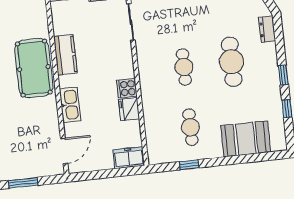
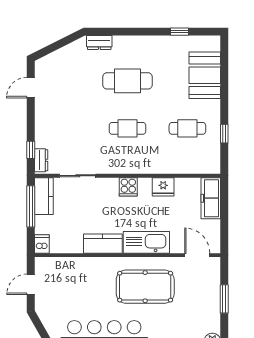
pool table: (34, 68) -> (145, 287), moved
window: (283, 75) -> (146, 32), removed
cooker: (127, 88) -> (128, 187), moved
kitchen sink: (70, 105) -> (146, 242), width x1.36, depth x1.24
freezer: (129, 158) -> (211, 198), width x1.40

